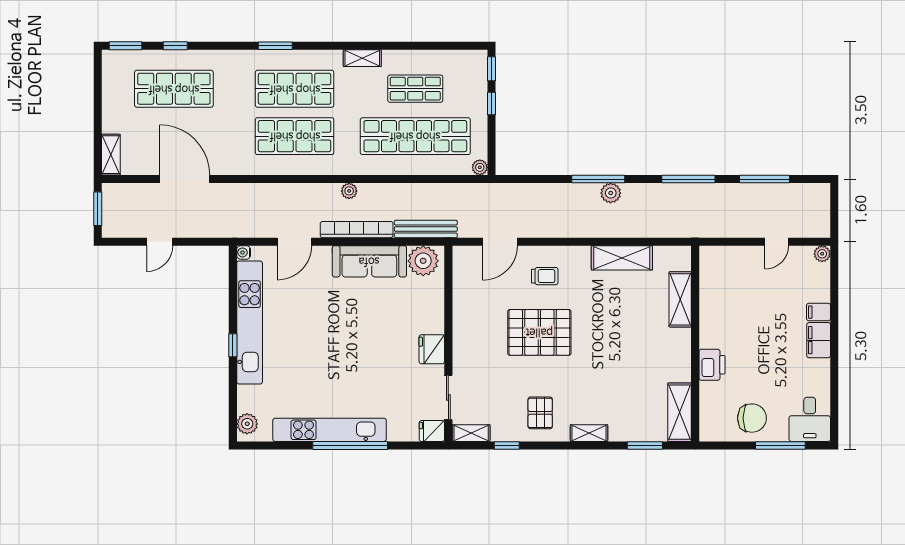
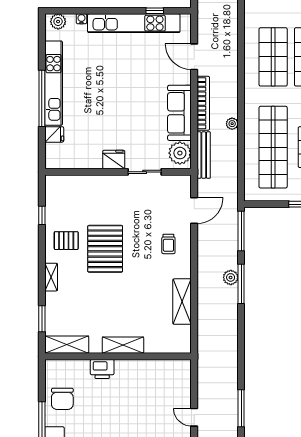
plant: (480, 167) -> (250, 195), removed
window: (688, 179) -> (241, 231), moved
plant: (349, 191) -> (232, 124), moved
plant: (611, 193) -> (231, 277), moved
door: (500, 242) -> (194, 210), swing flipped
water cooler: (244, 252) -> (81, 19), moved
shelving: (680, 299) -> (123, 345), moved
pallet: (539, 332) -> (105, 249), moved
window: (233, 345) -> (155, 11), moved
sliding door: (448, 398) -> (145, 172), moved
fridge: (432, 431) -> (54, 134), moved, turned 90
shelving: (471, 433) -> (51, 189), removed

